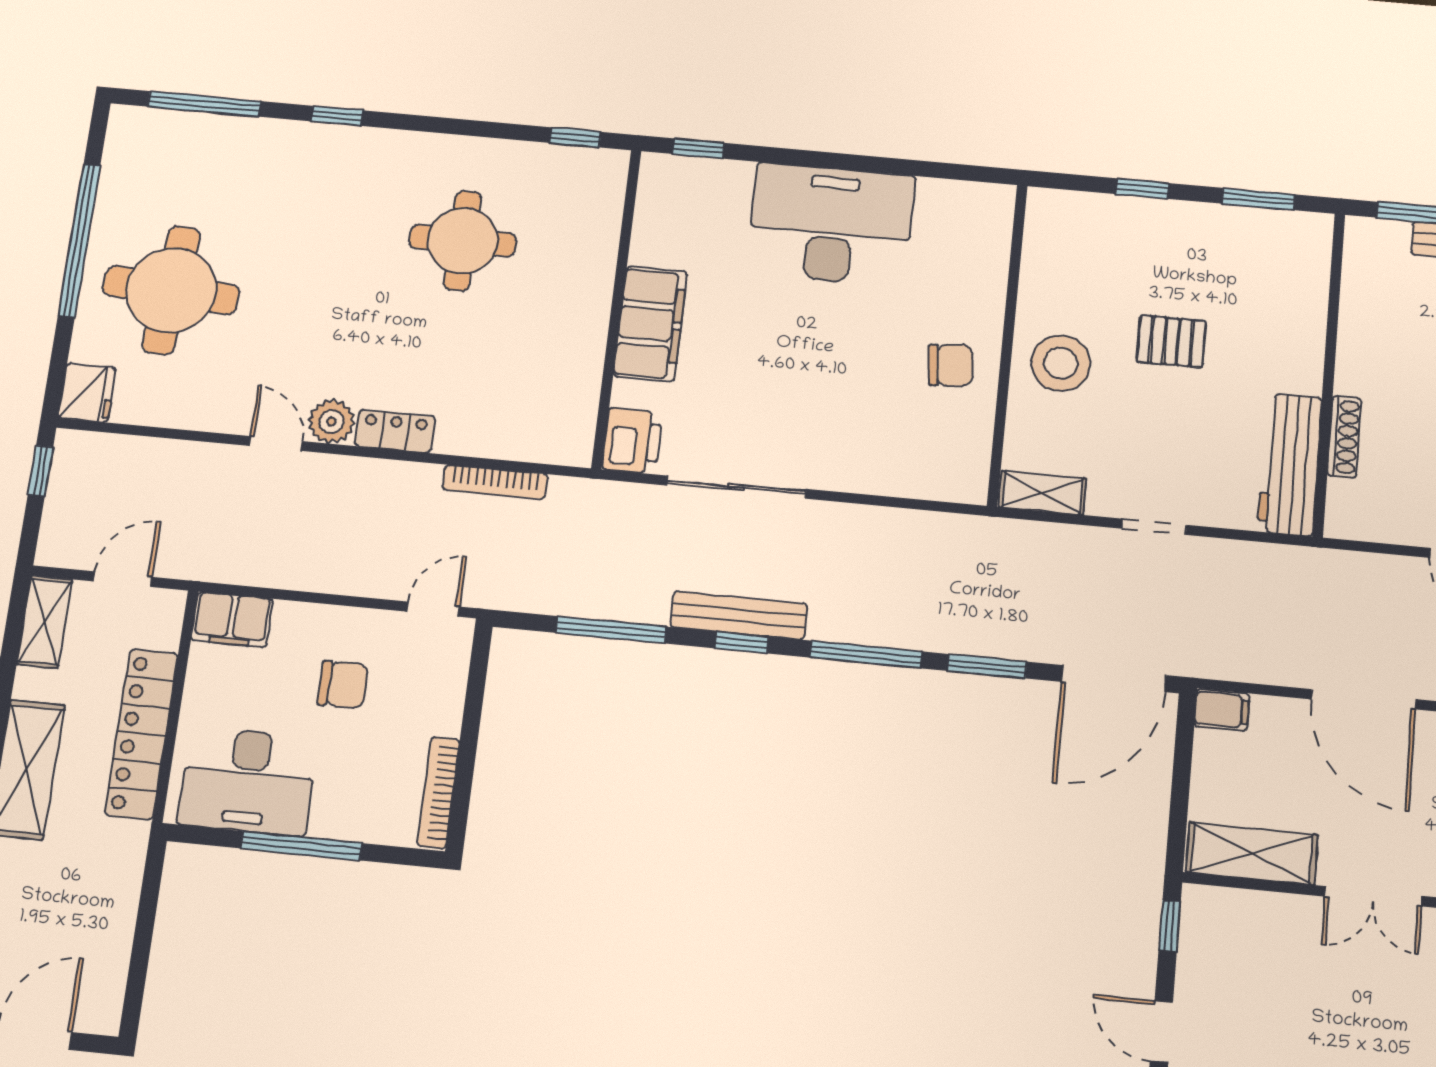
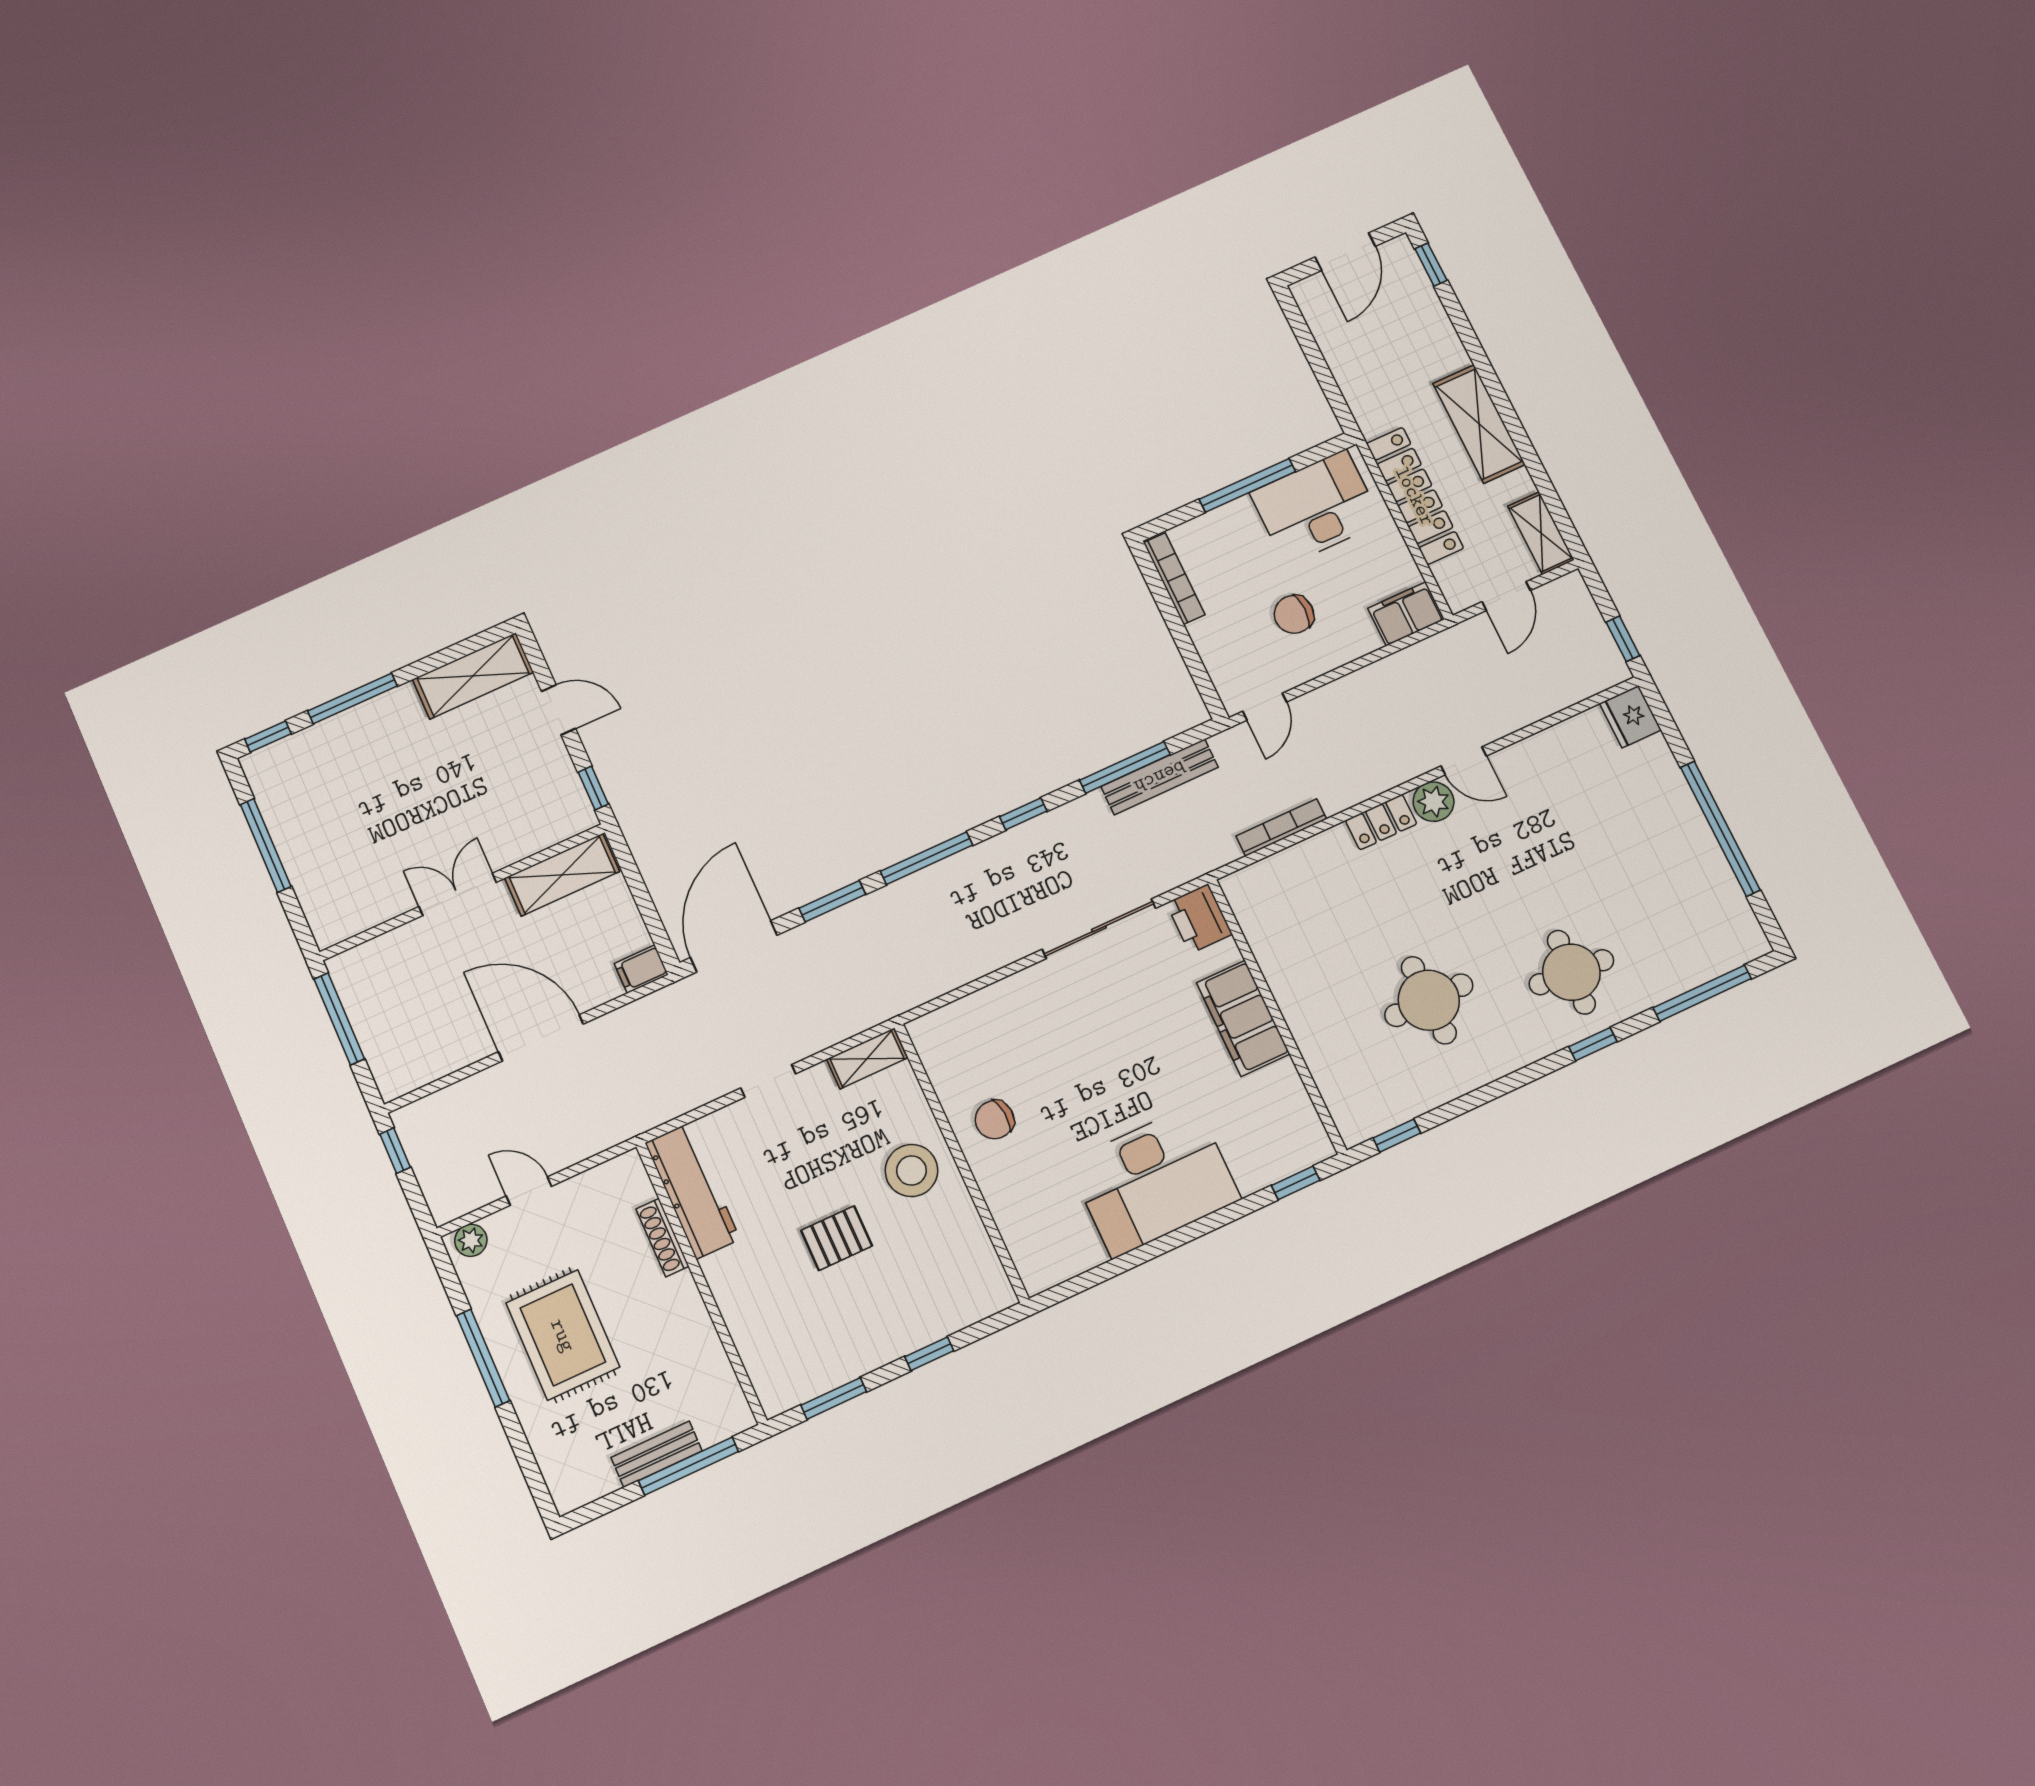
round table: (171, 290) -> (1571, 972), moved, width x0.73, depth x0.73
bench: (739, 615) -> (1160, 777), moved

